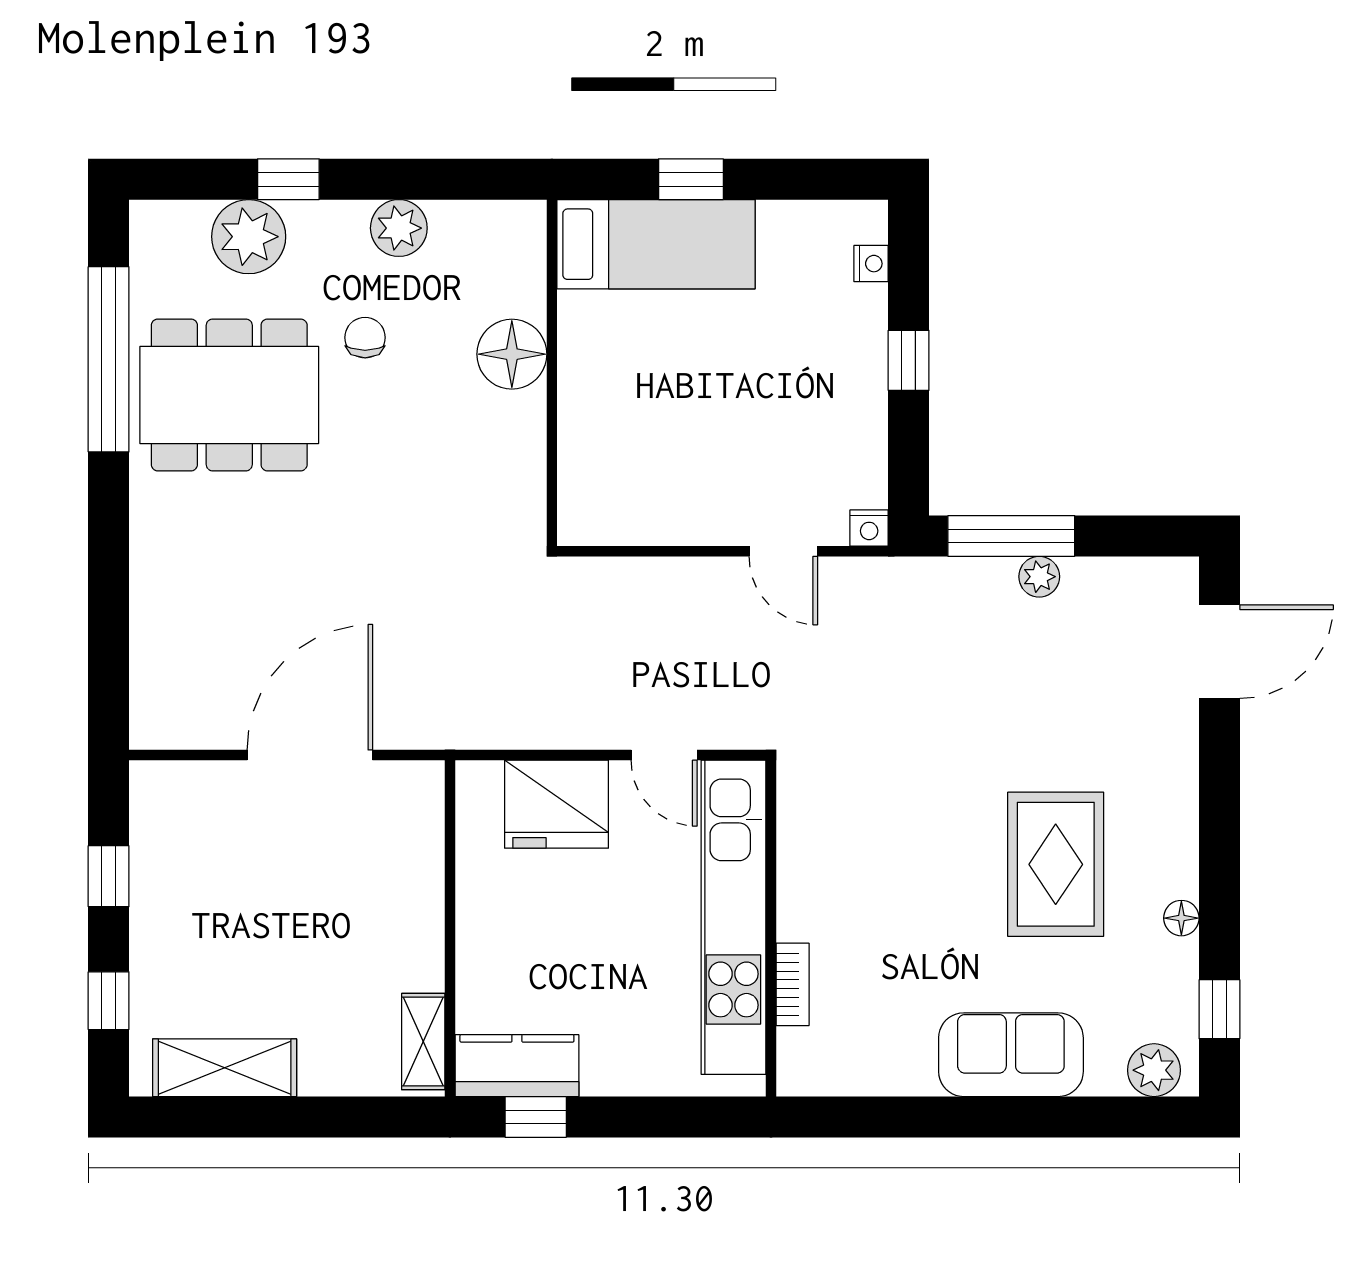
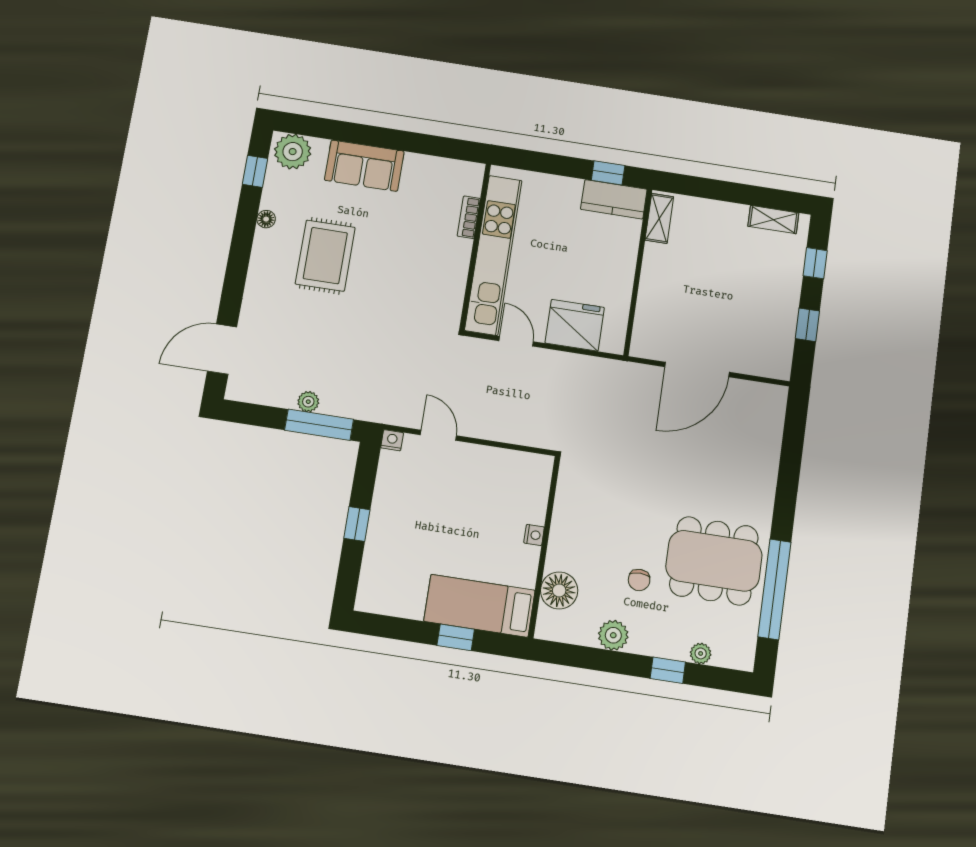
plant: (249, 237) -> (701, 653), width x0.53, depth x0.53
nightstand: (871, 264) -> (534, 535), moved, turned 180
floor lamp: (512, 354) -> (559, 590), moved
shelving: (225, 1068) -> (773, 220), width x0.67, depth x0.75
plant: (1154, 1070) -> (293, 152), width x1.36, depth x1.36

